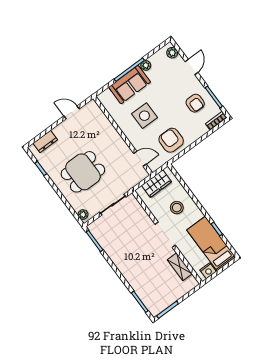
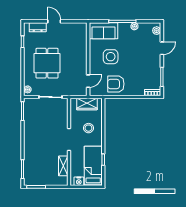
sofa: (130, 85) -> (104, 31), moved
armchair: (195, 103) -> (148, 72), removed
door: (72, 112) -> (54, 21), moved
armchair: (171, 140) -> (116, 84), turned -90
door: (140, 159) -> (88, 81), hinge flipped
dining table: (83, 172) -> (47, 63), turned 90

